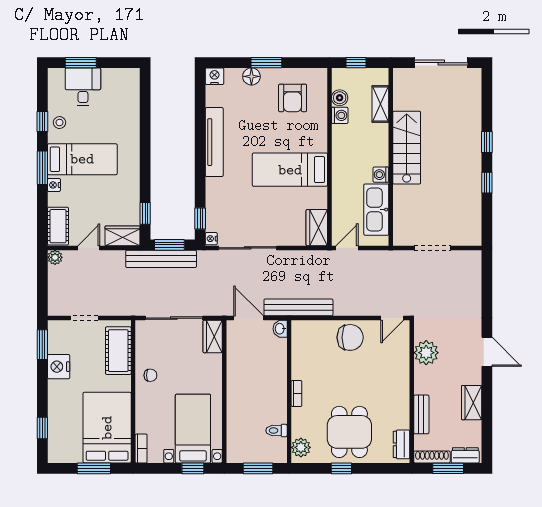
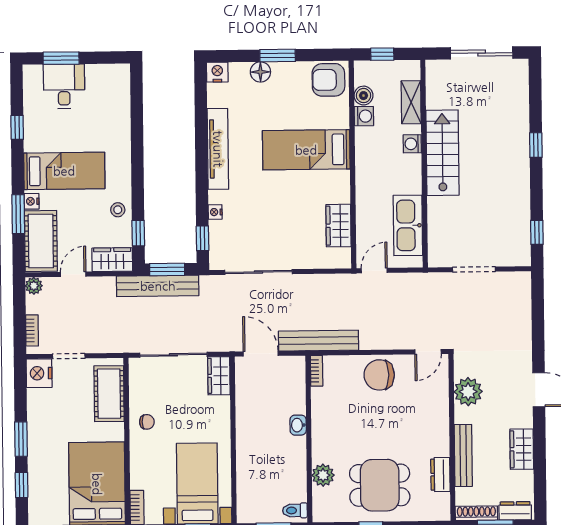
armchair: (293, 98) -> (328, 80), moved, turned 90
stool: (59, 123) -> (118, 210), moved
window: (42, 168) -> (18, 214), moved
bed: (290, 170) -> (306, 150), moved
washing machine: (381, 175) -> (412, 144), moved
window: (487, 183) -> (537, 232), moved
cot: (58, 226) -> (41, 241), width x1.37, depth x1.34
wardrobe: (317, 228) -> (338, 226), moved
nightstand: (211, 239) -> (215, 212), moved
bookcase: (53, 296) -> (32, 330), added
washbasin: (280, 329) -> (298, 425), moved
chair: (350, 337) -> (379, 375), turned 180
window: (42, 345) -> (21, 439), moved
nightstand: (59, 367) -> (39, 373), moved
bookcase: (296, 394) -> (317, 371), moved
bench: (421, 414) -> (463, 455), width x1.36
toilet: (276, 431) -> (295, 510), moved
dining table: (349, 432) -> (380, 485), turned 90
dresser: (402, 444) -> (440, 475), moved
plant: (301, 447) -> (323, 475), moved

